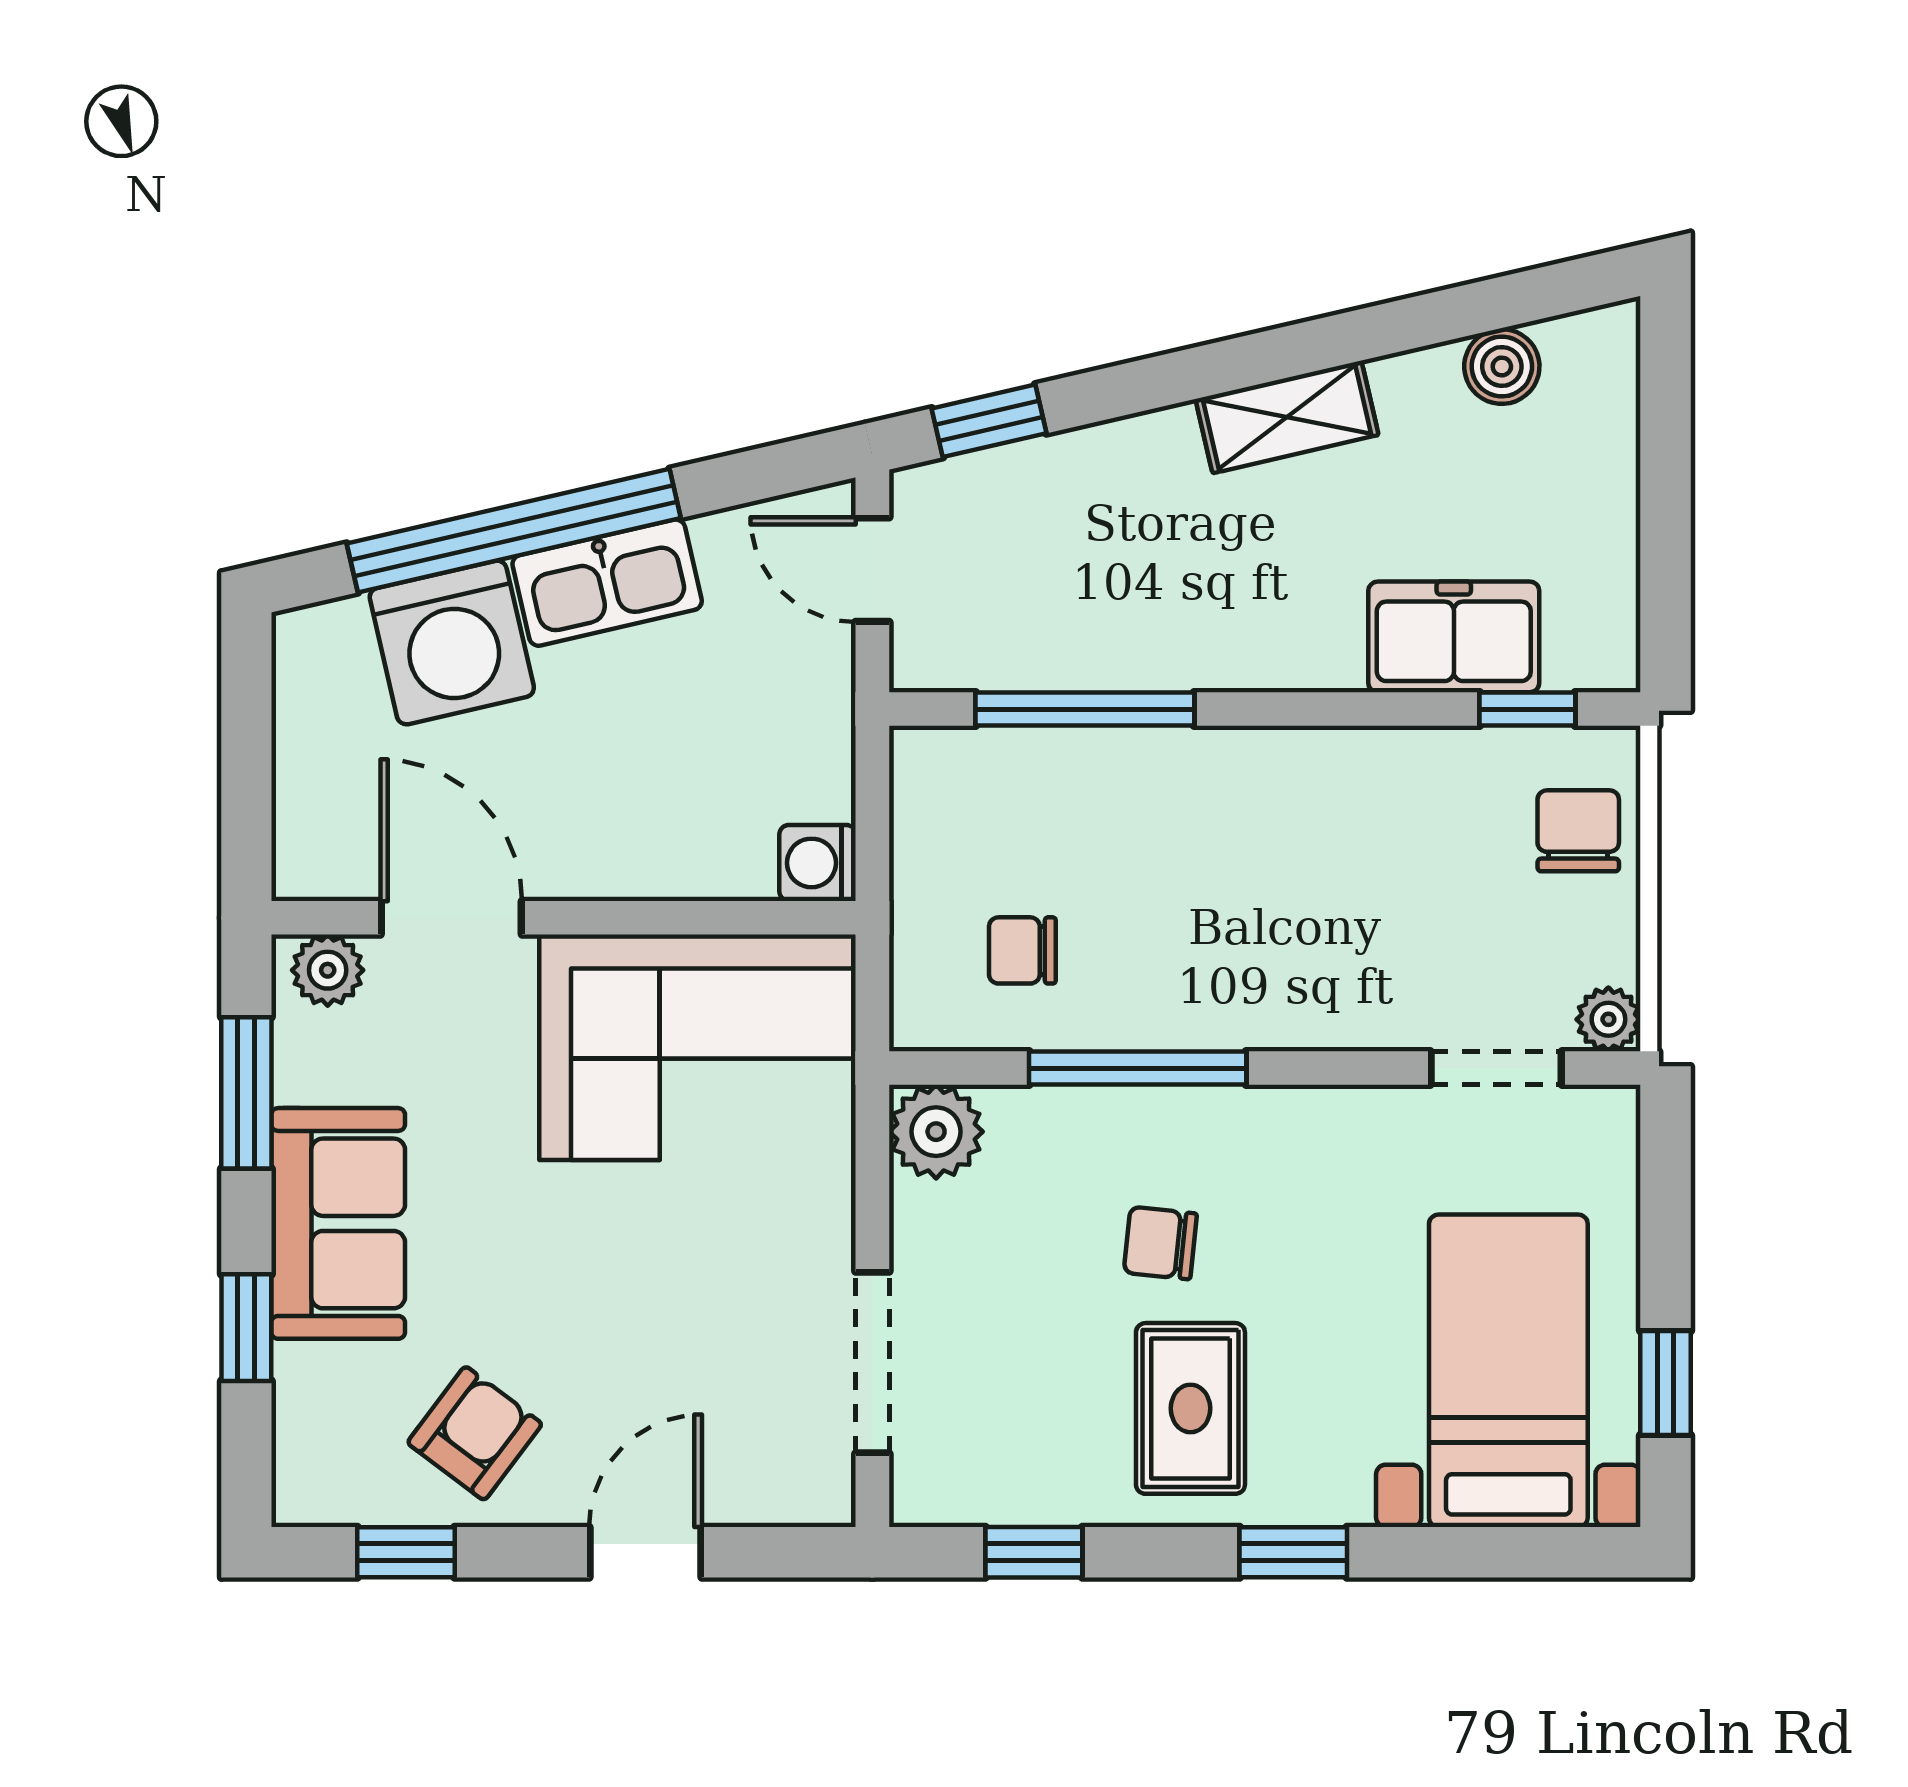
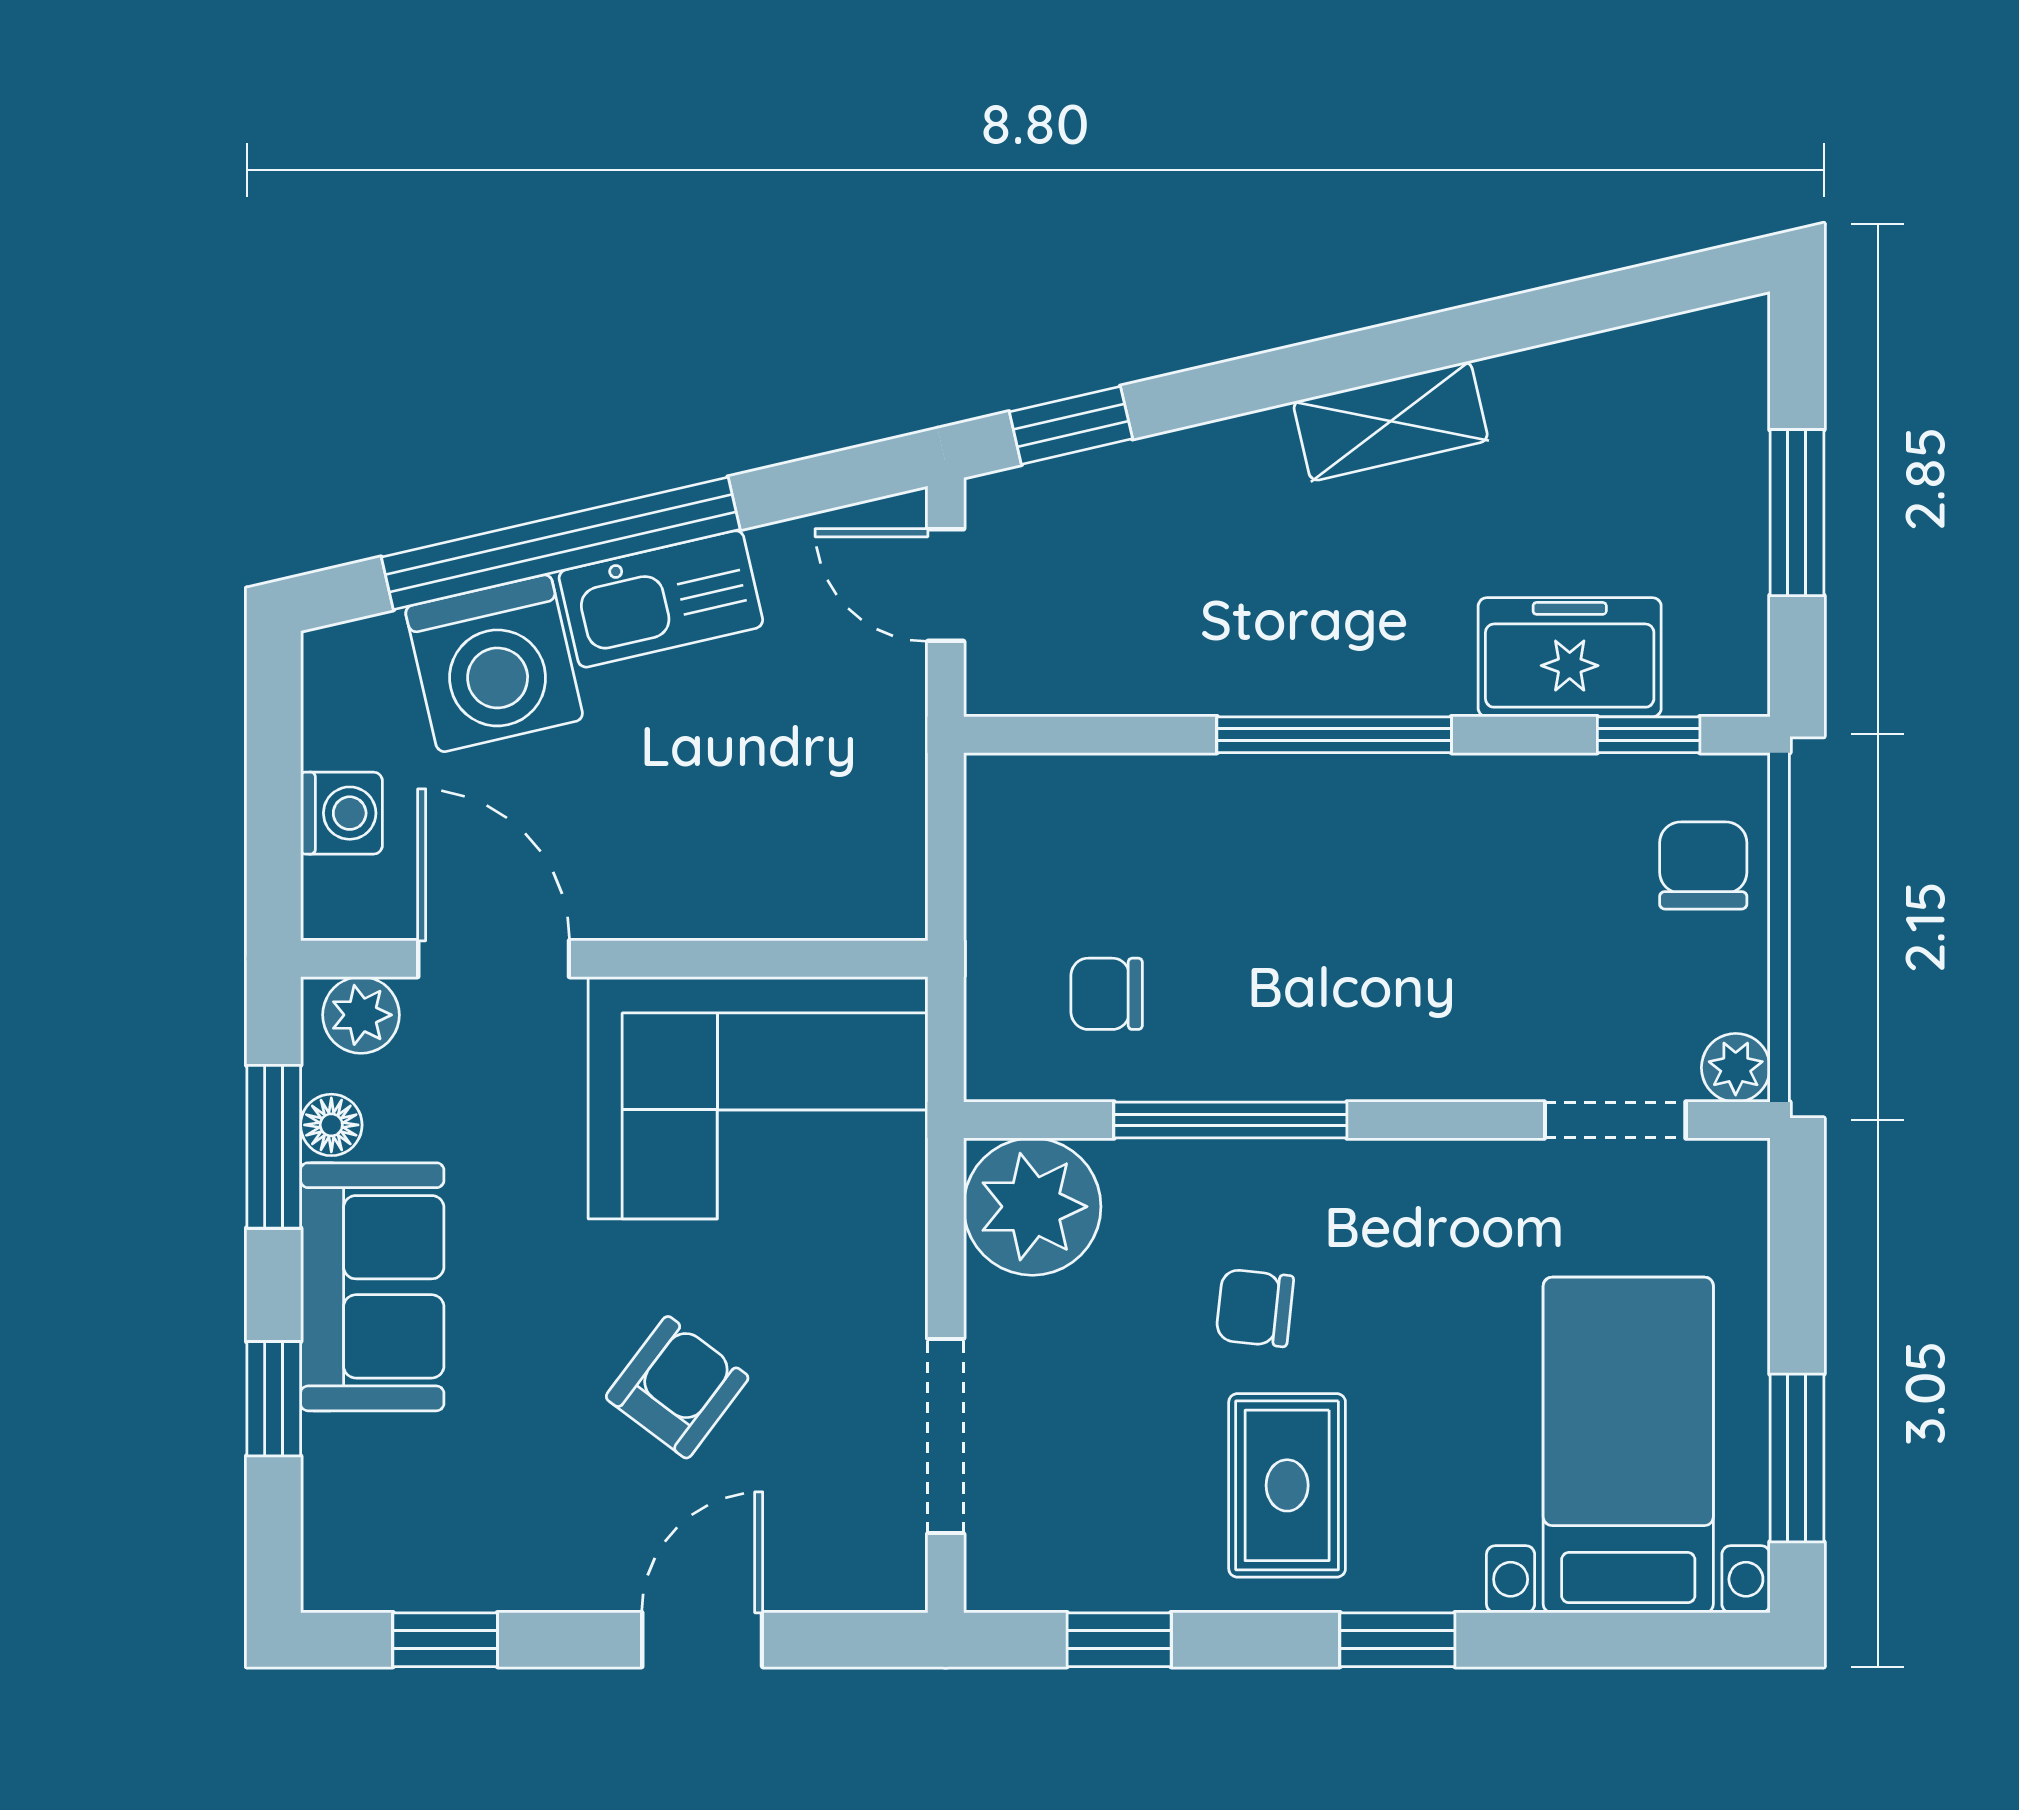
boiler: (1502, 366) -> (1621, 367), removed
window: (1665, 502) -> (1797, 513), added
window: (1085, 709) -> (1334, 735), moved
washing machine: (818, 863) -> (341, 813), moved, turned 180
floor lamp: (300, 1073) -> (331, 1125), added
plant: (936, 1132) -> (1032, 1207), width x1.36, depth x1.36
window: (1665, 1383) -> (1797, 1458), width x1.50
armchair: (475, 1433) -> (677, 1387), moved

